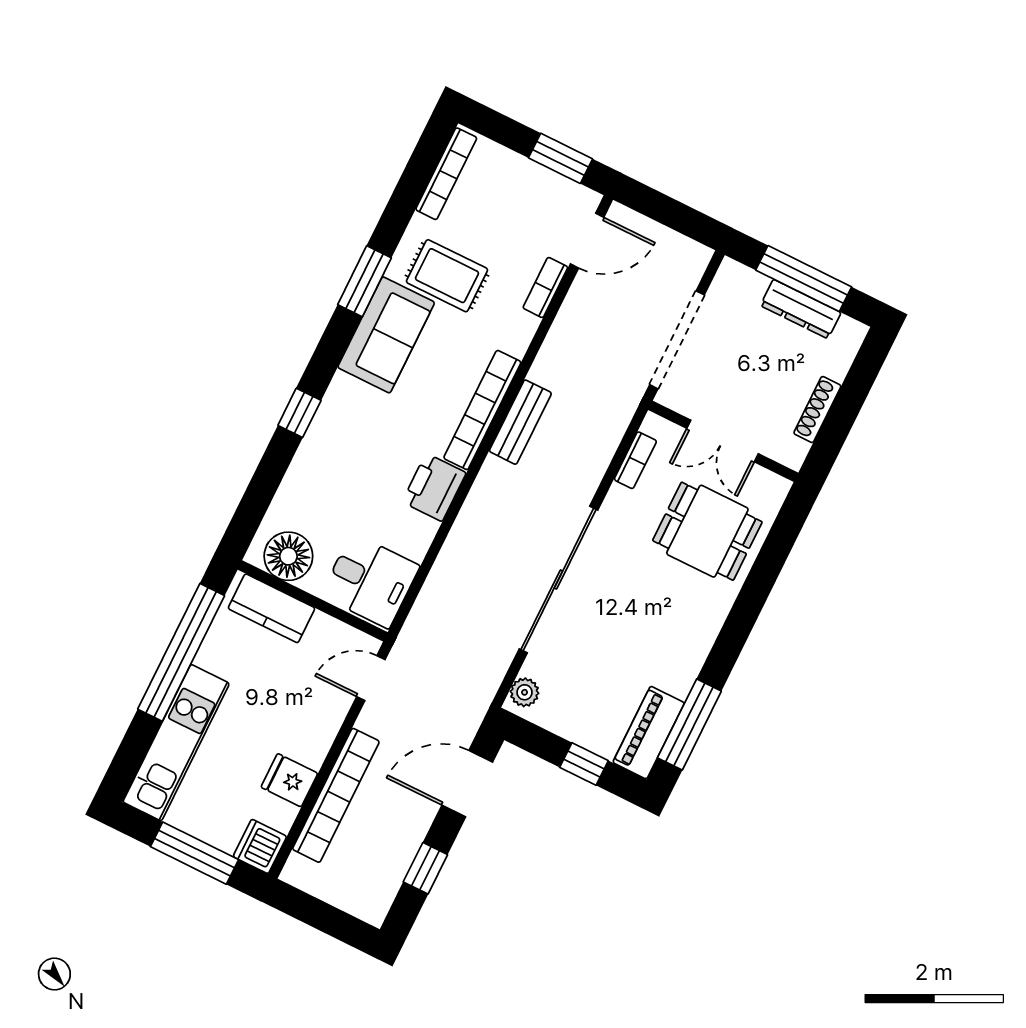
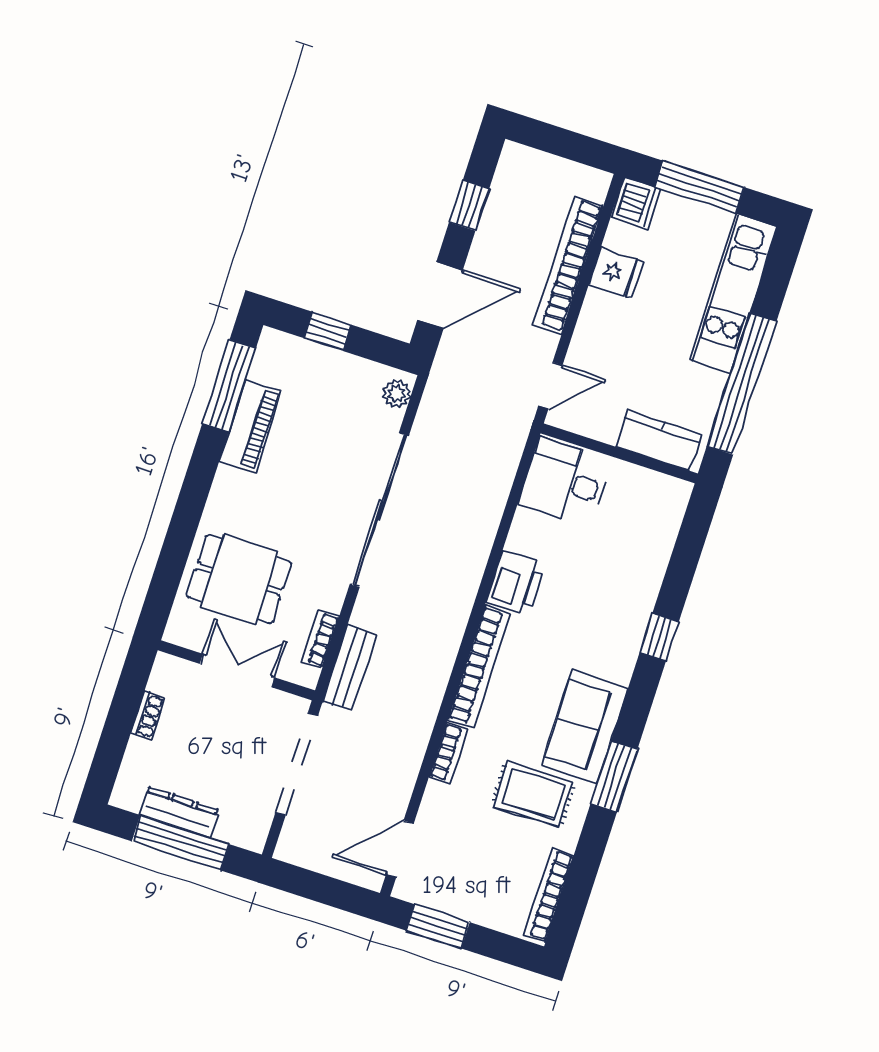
bookcase: (545, 287) -> (448, 753), moved
shoe rack: (817, 410) -> (148, 715), width x0.70
bench: (520, 422) -> (350, 668), moved
floor lamp: (288, 556) -> (649, 494), removed
piano: (649, 733) -> (250, 426), moved

